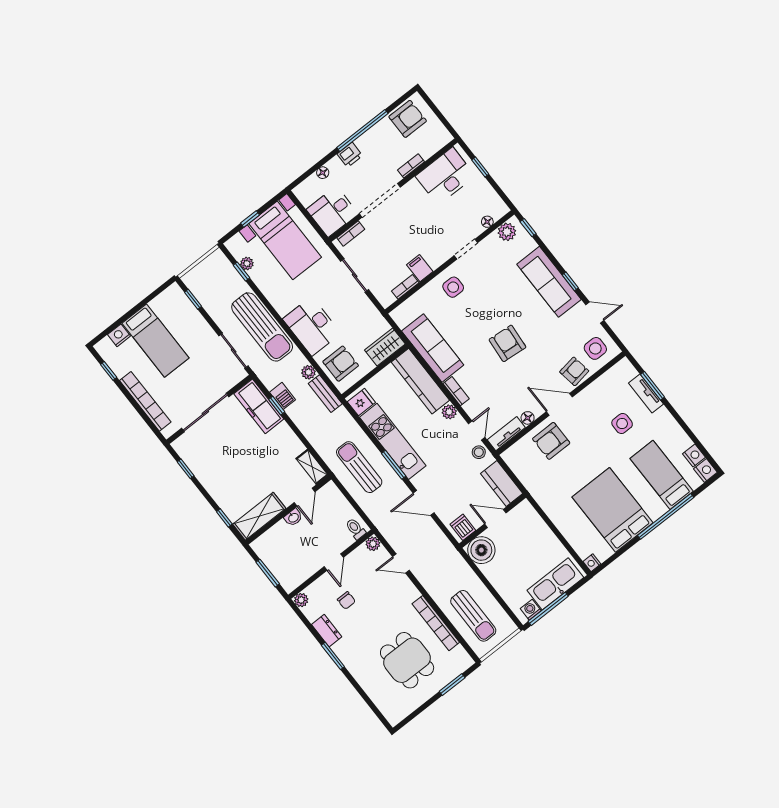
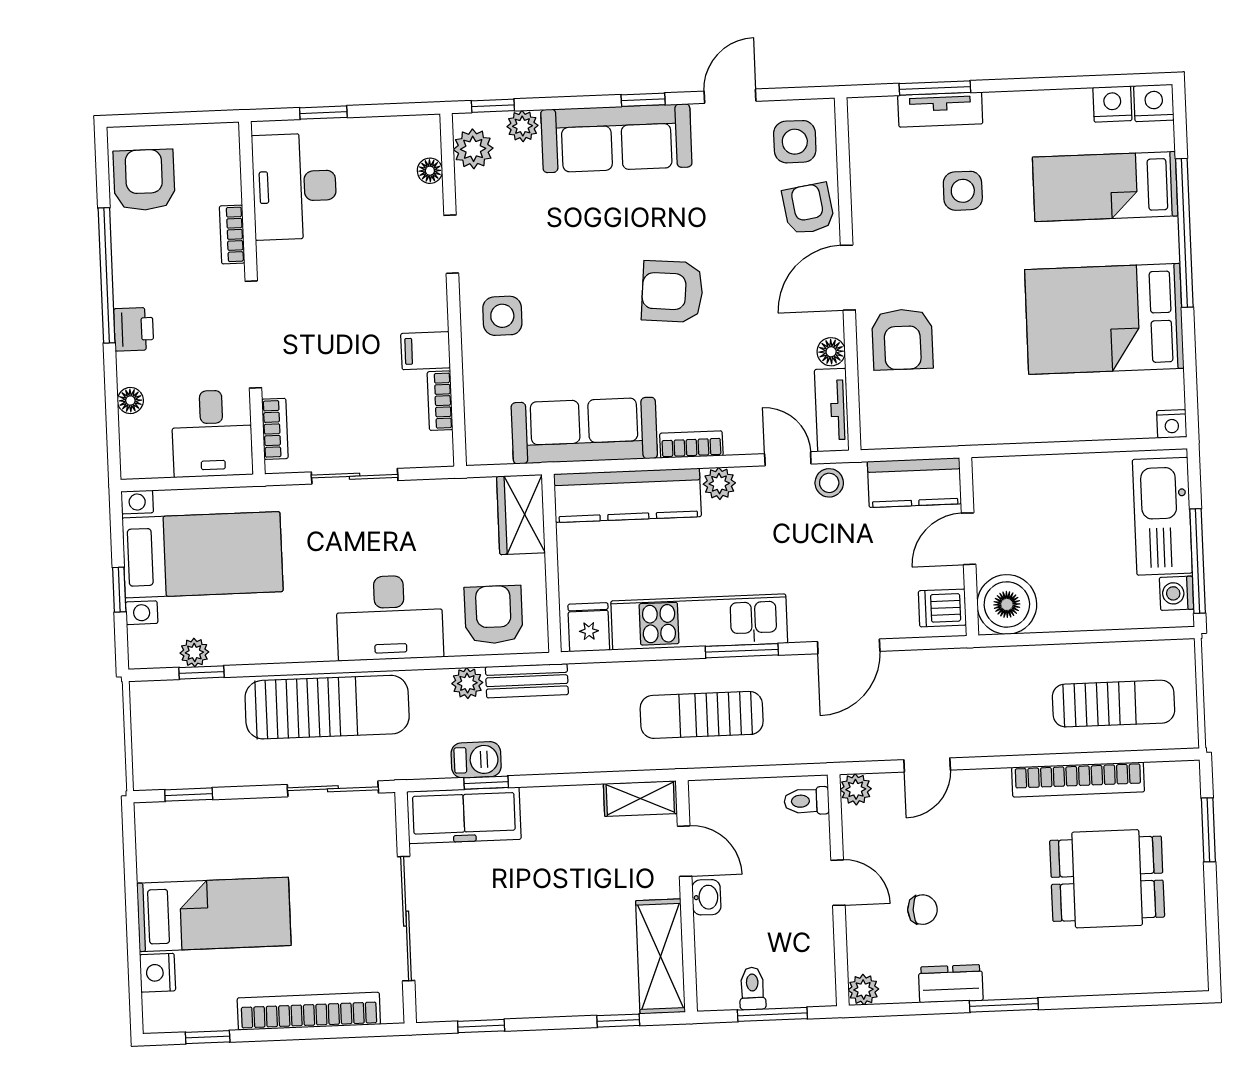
plant: (528, 244) -> (523, 126), added
toilet: (272, 559) -> (752, 988), added

